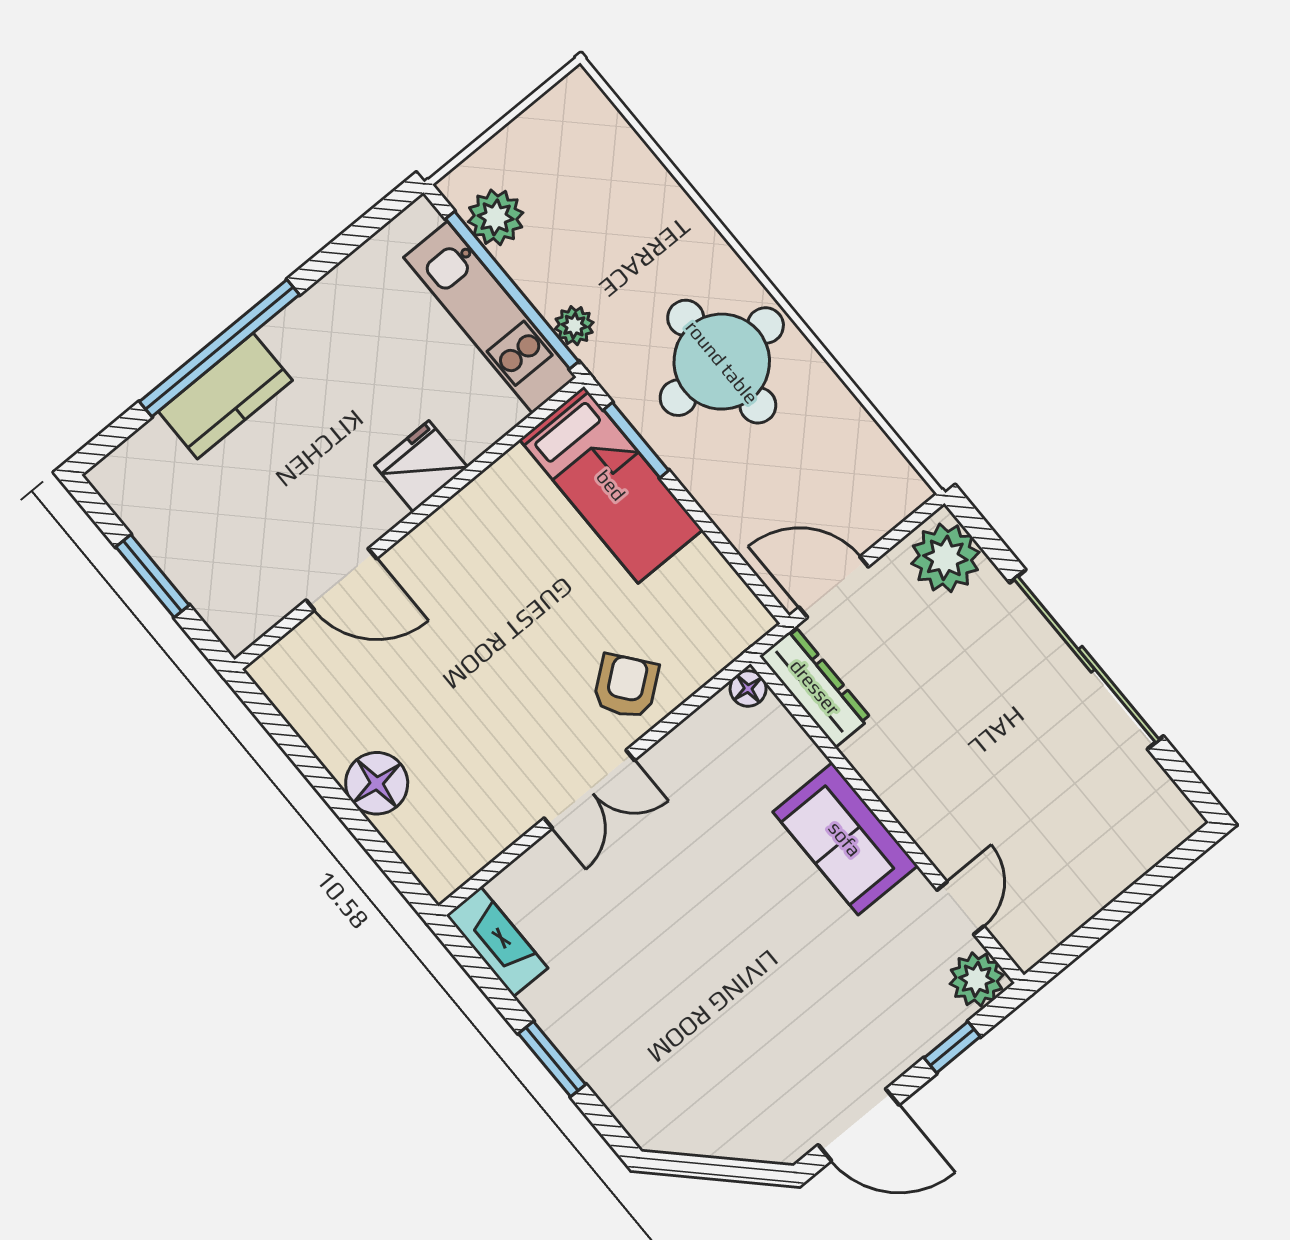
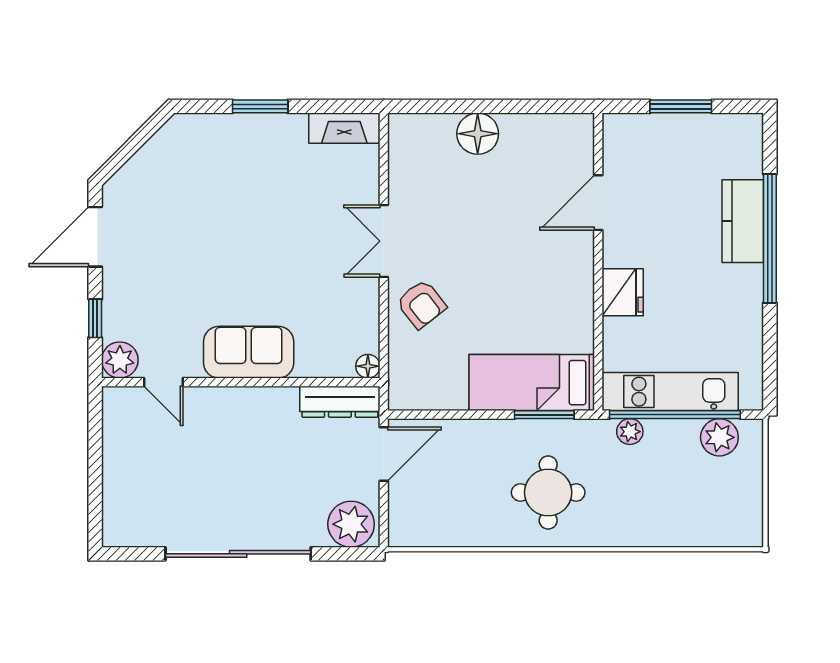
round table: (722, 362) -> (548, 493), width x0.73, depth x0.73

